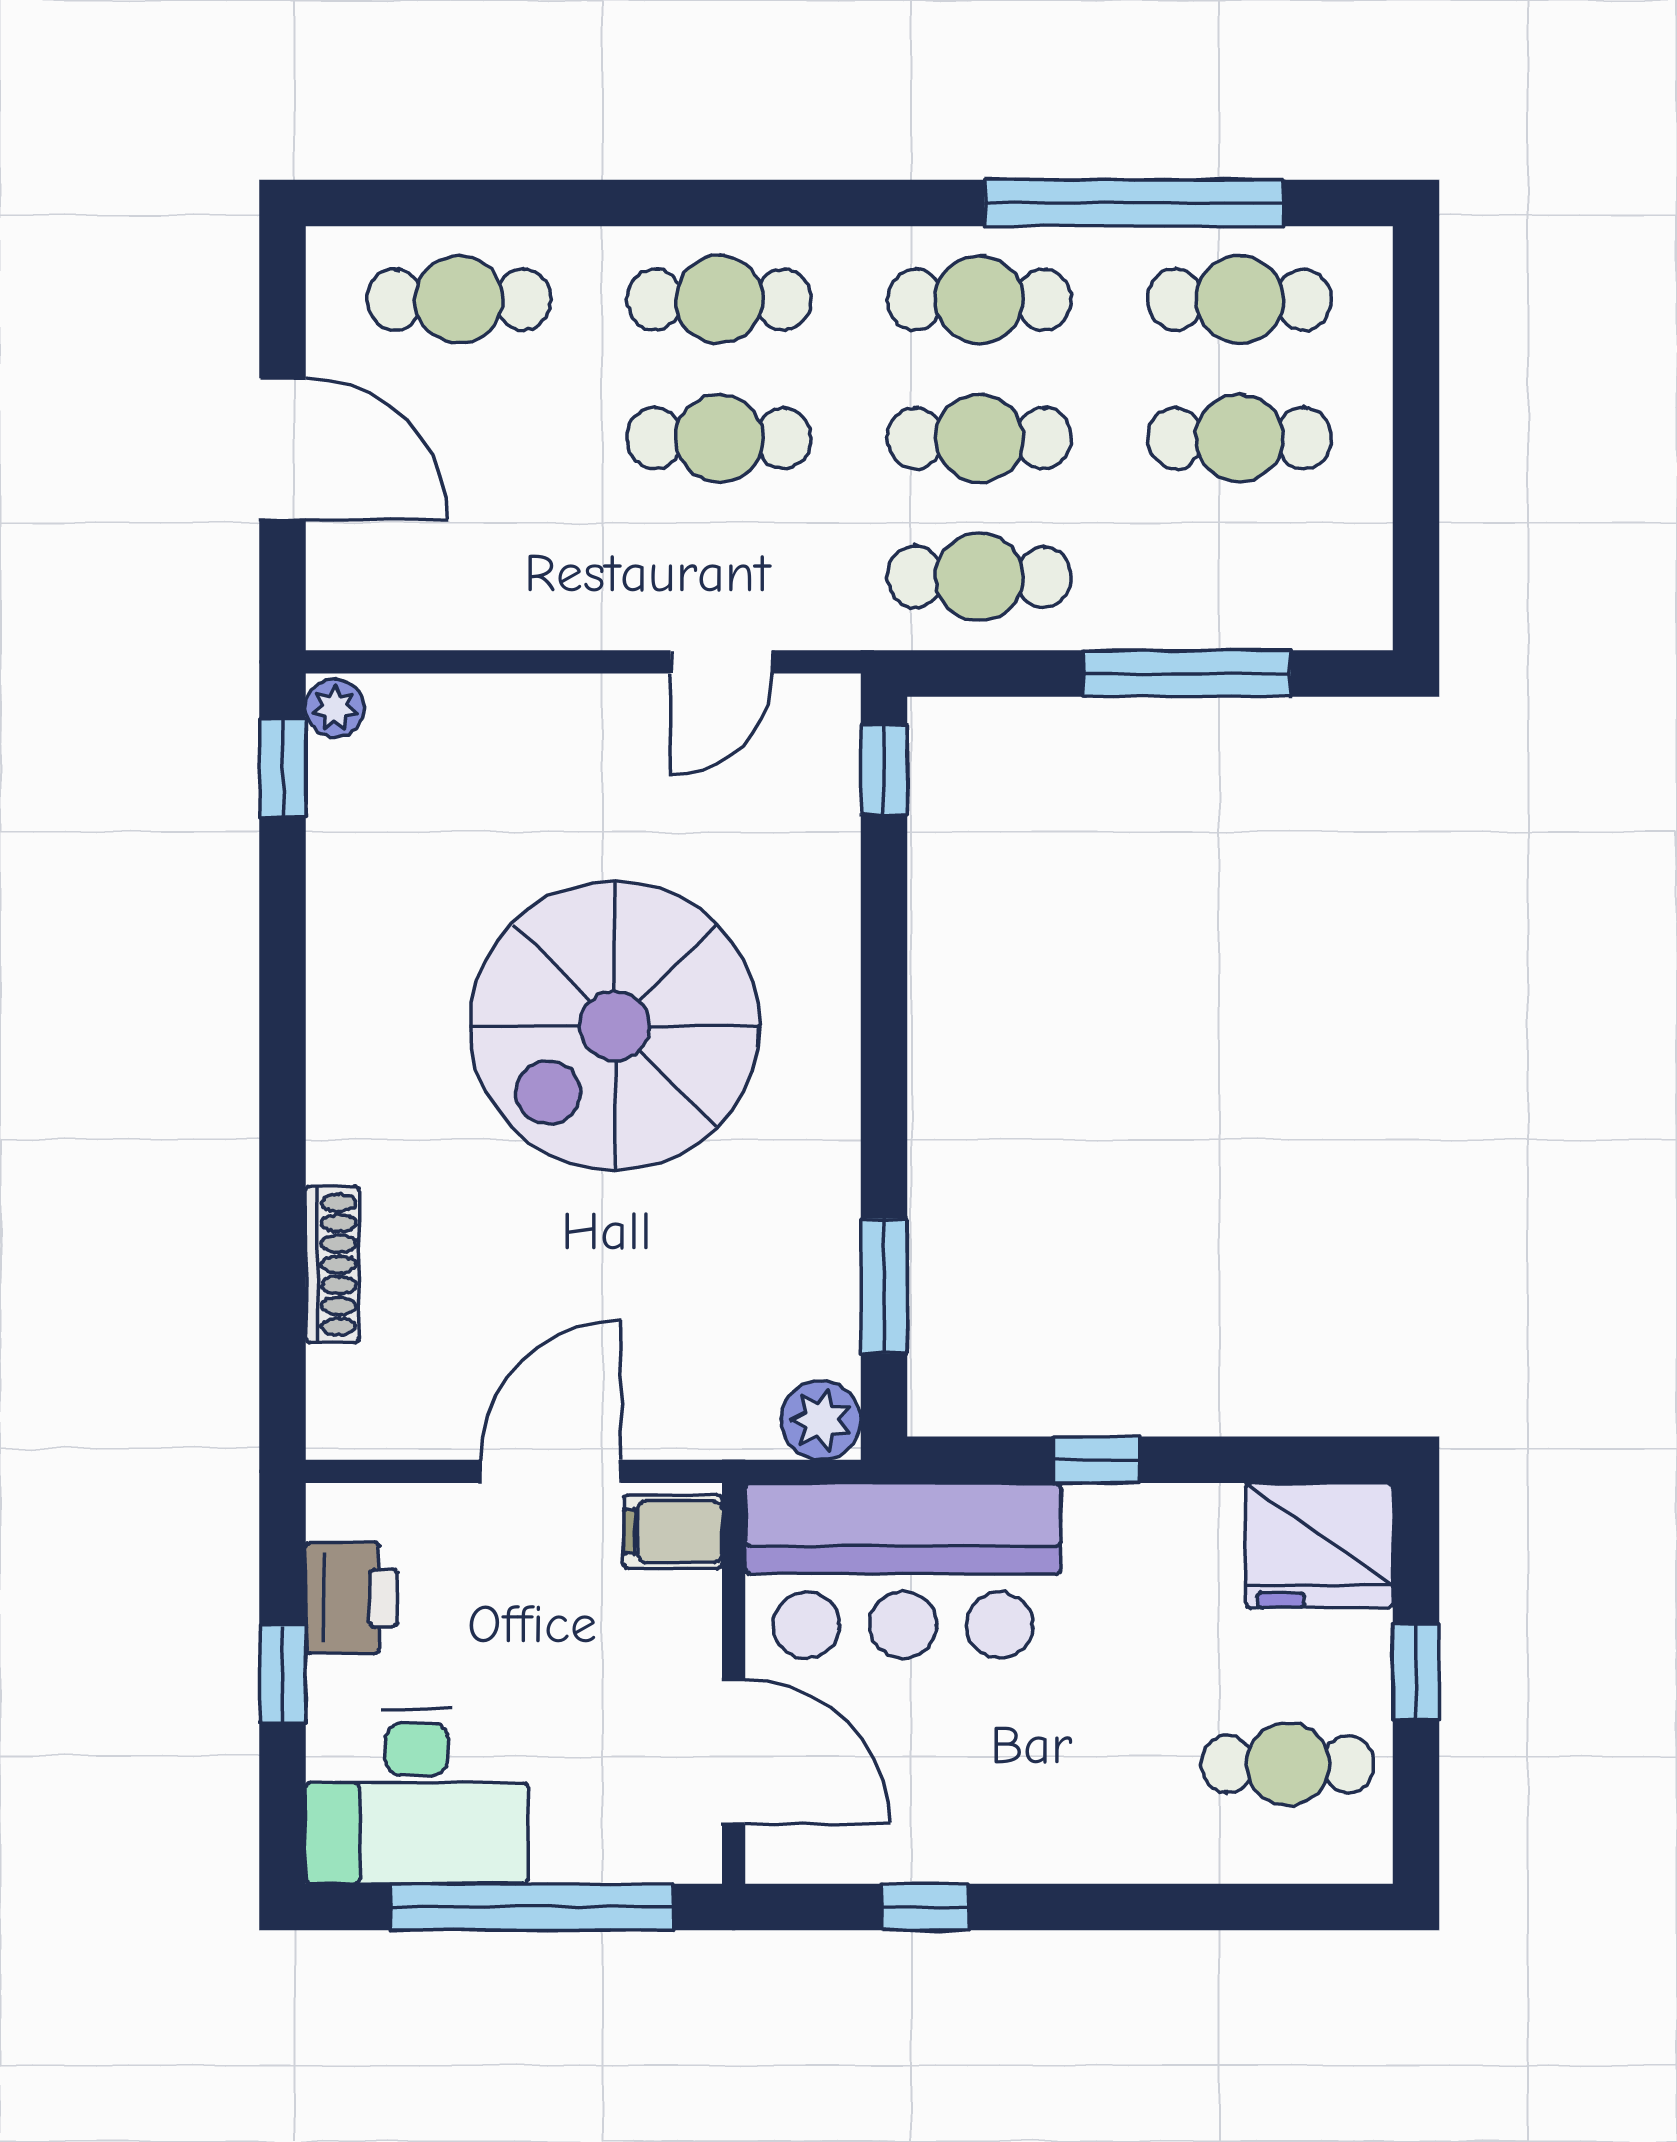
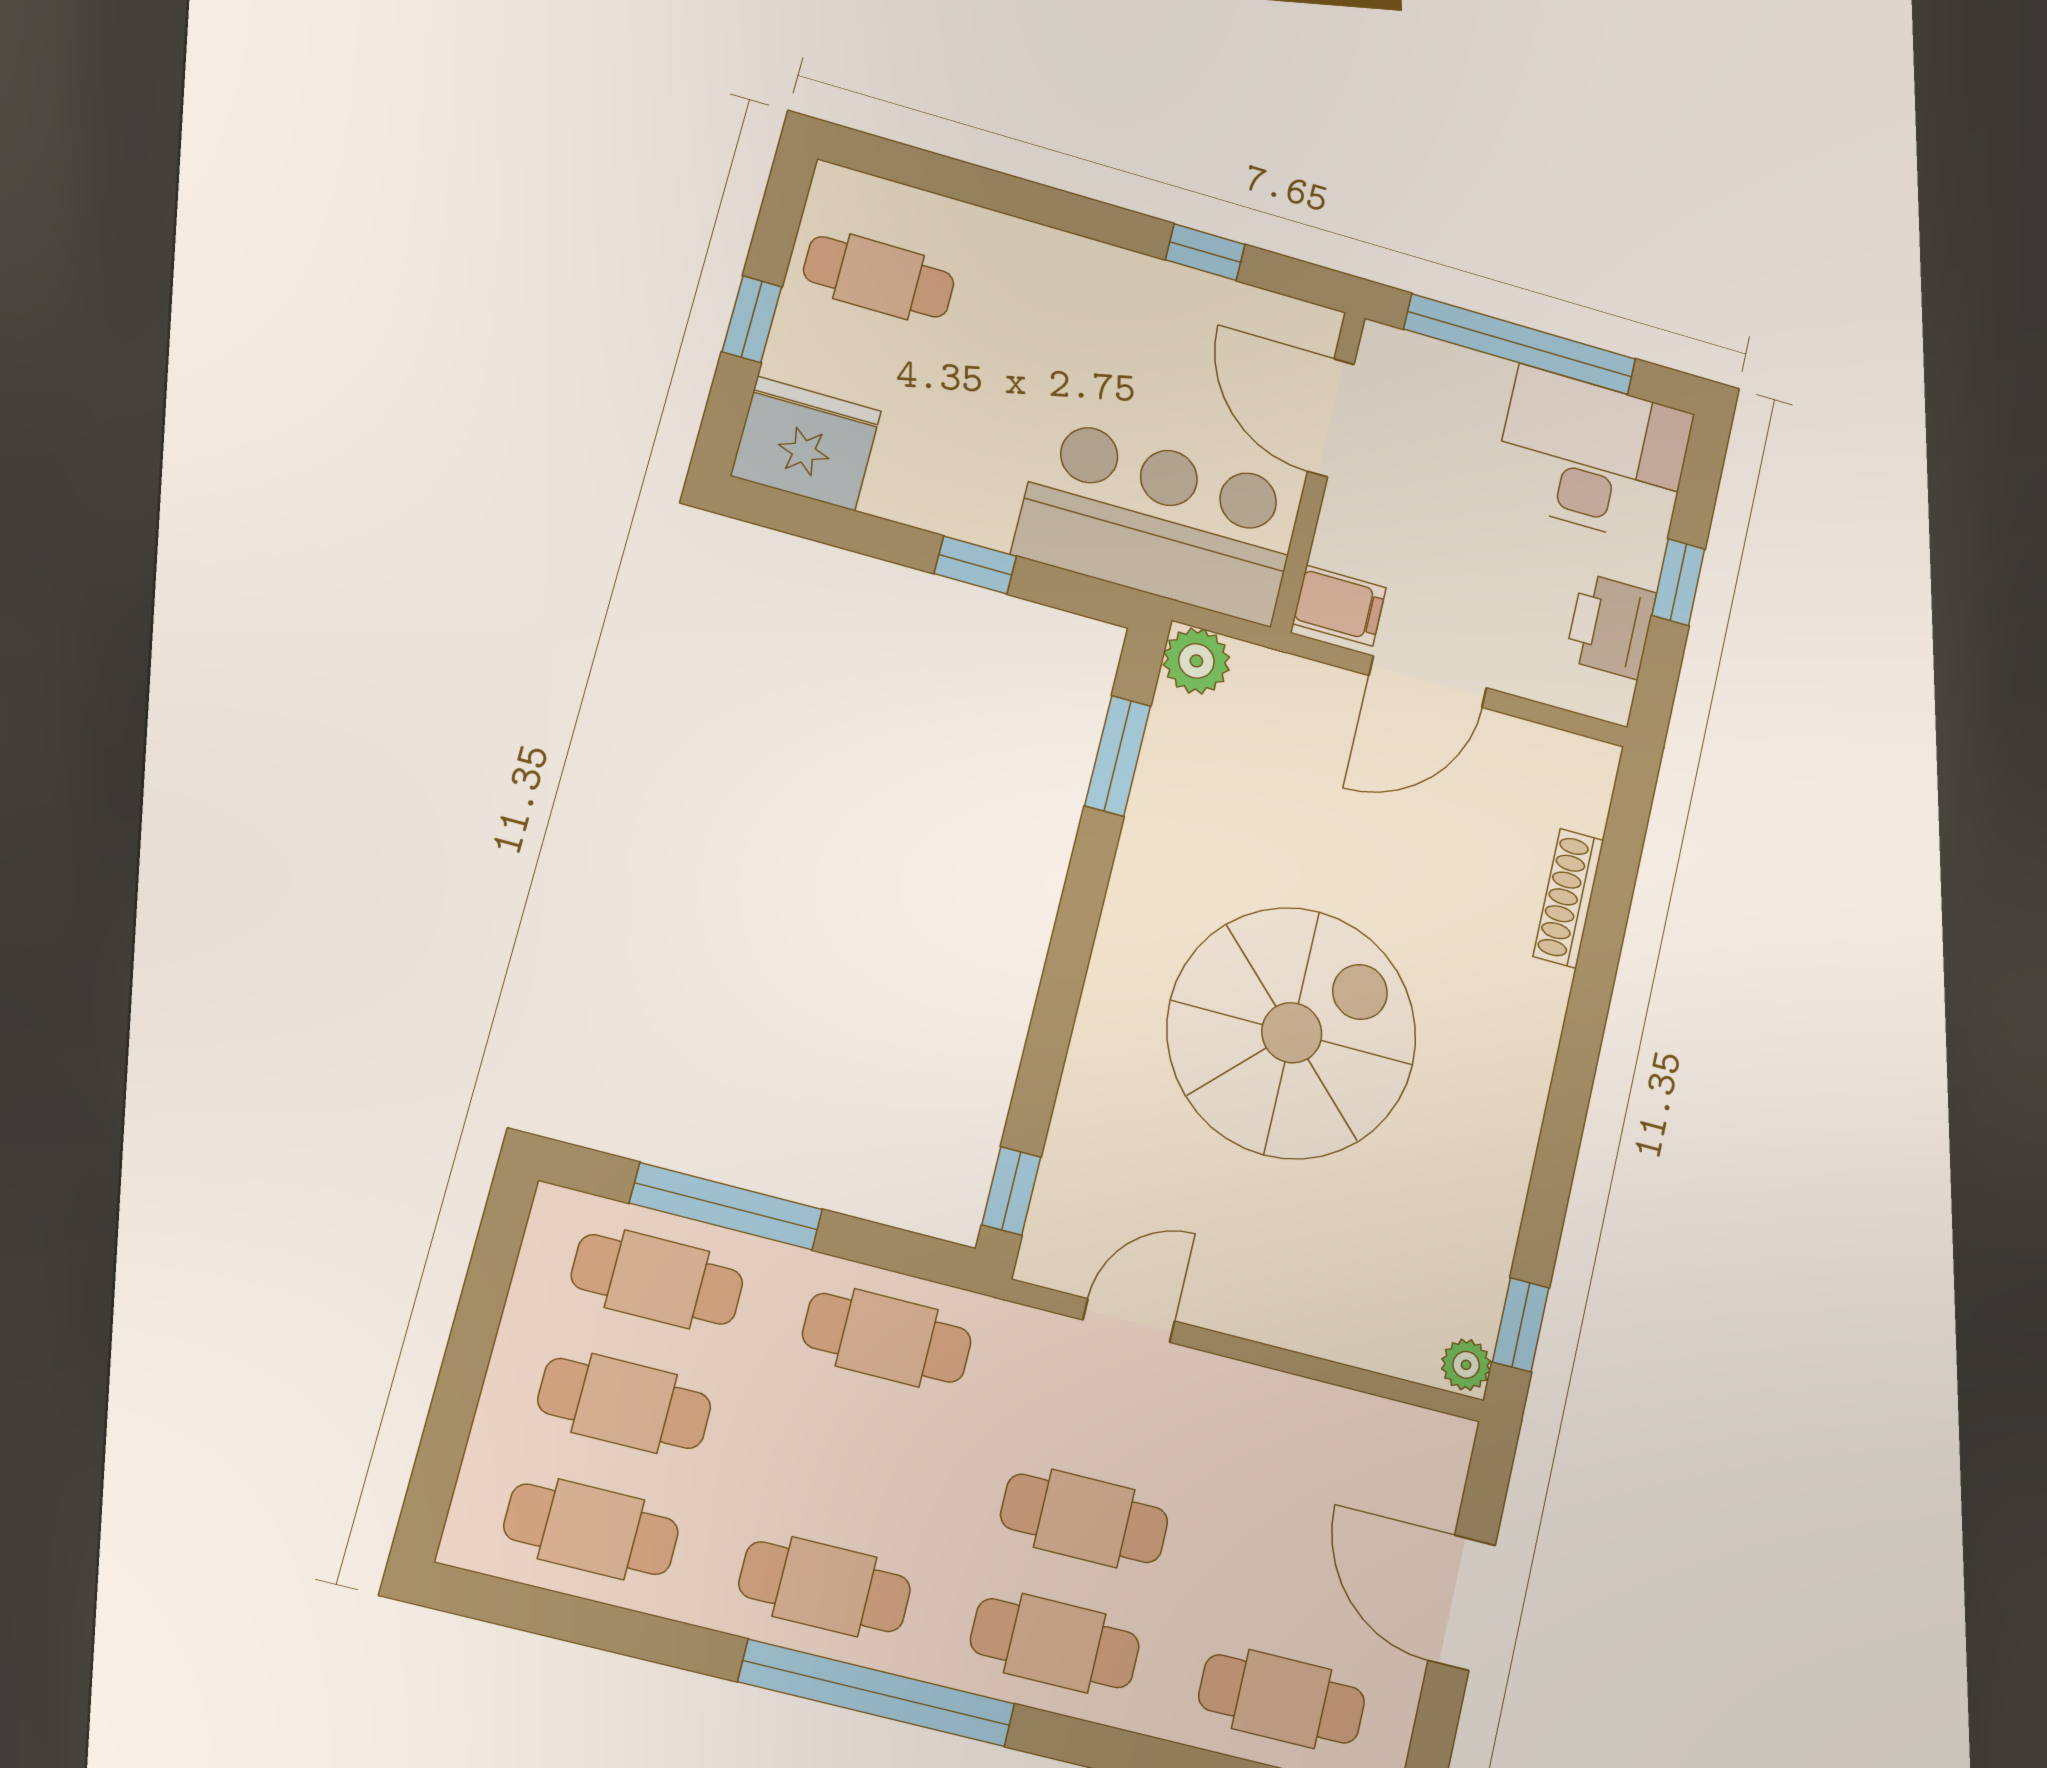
window: (1134, 203) -> (877, 1693), moved
cafe table: (979, 438) -> (657, 1279), moved

